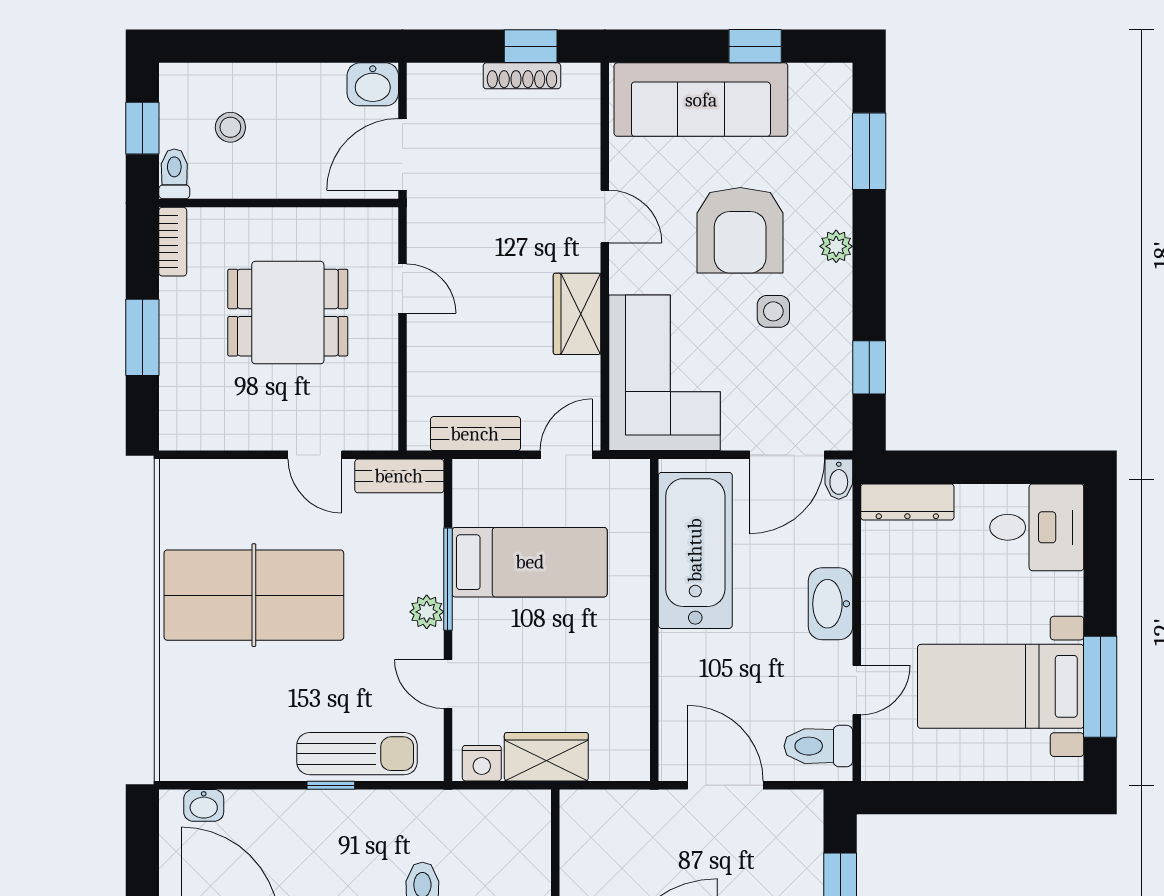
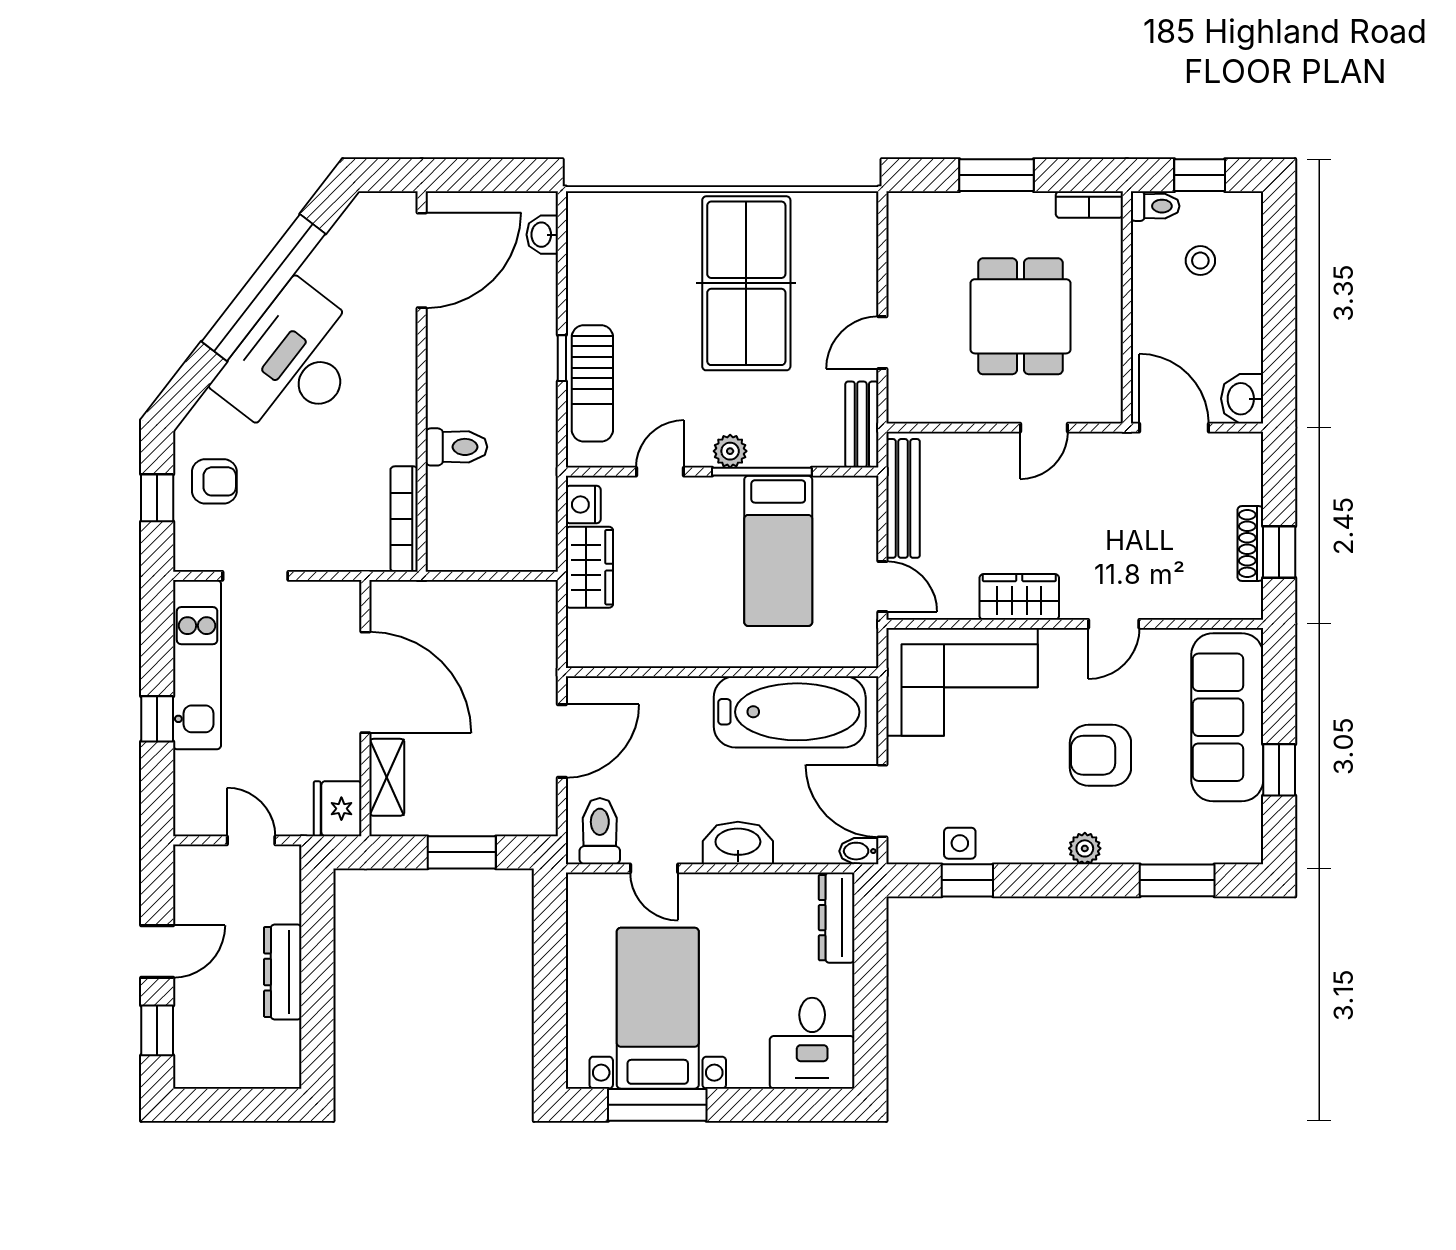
armchair: (740, 230) -> (1100, 755), width x0.73, depth x0.73
side table: (773, 311) -> (960, 843), moved
bench: (475, 434) -> (903, 498), width x1.36

